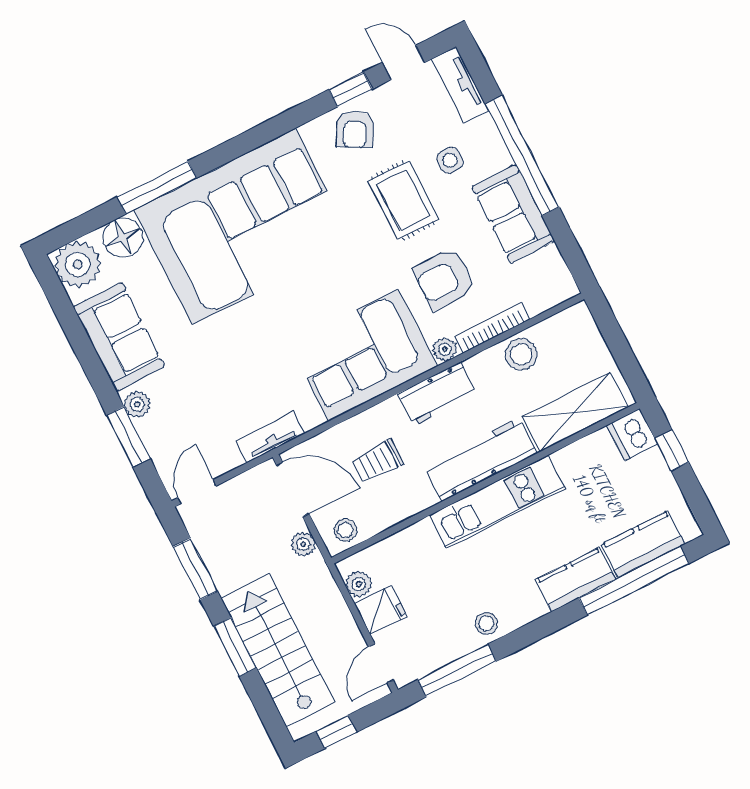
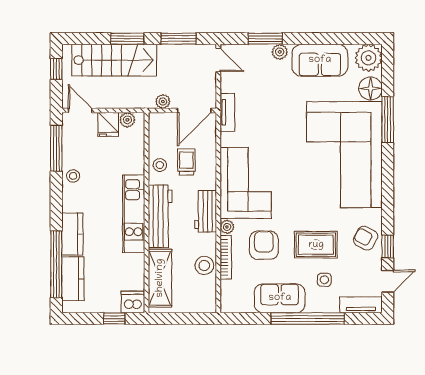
stool: (346, 530) -> (160, 165), moved

